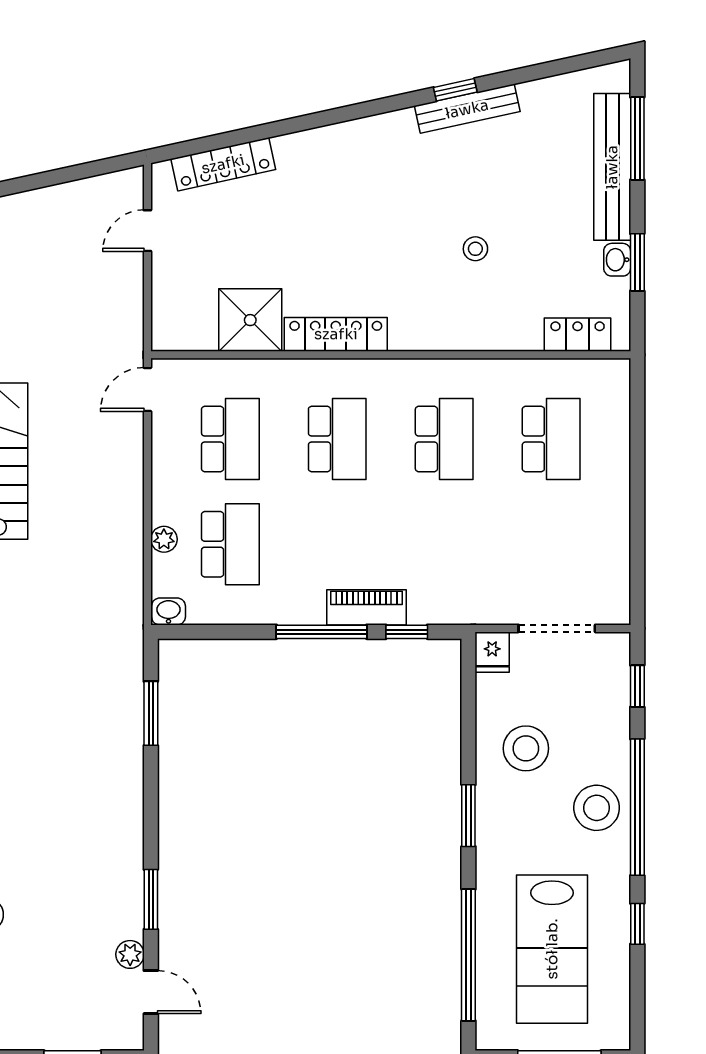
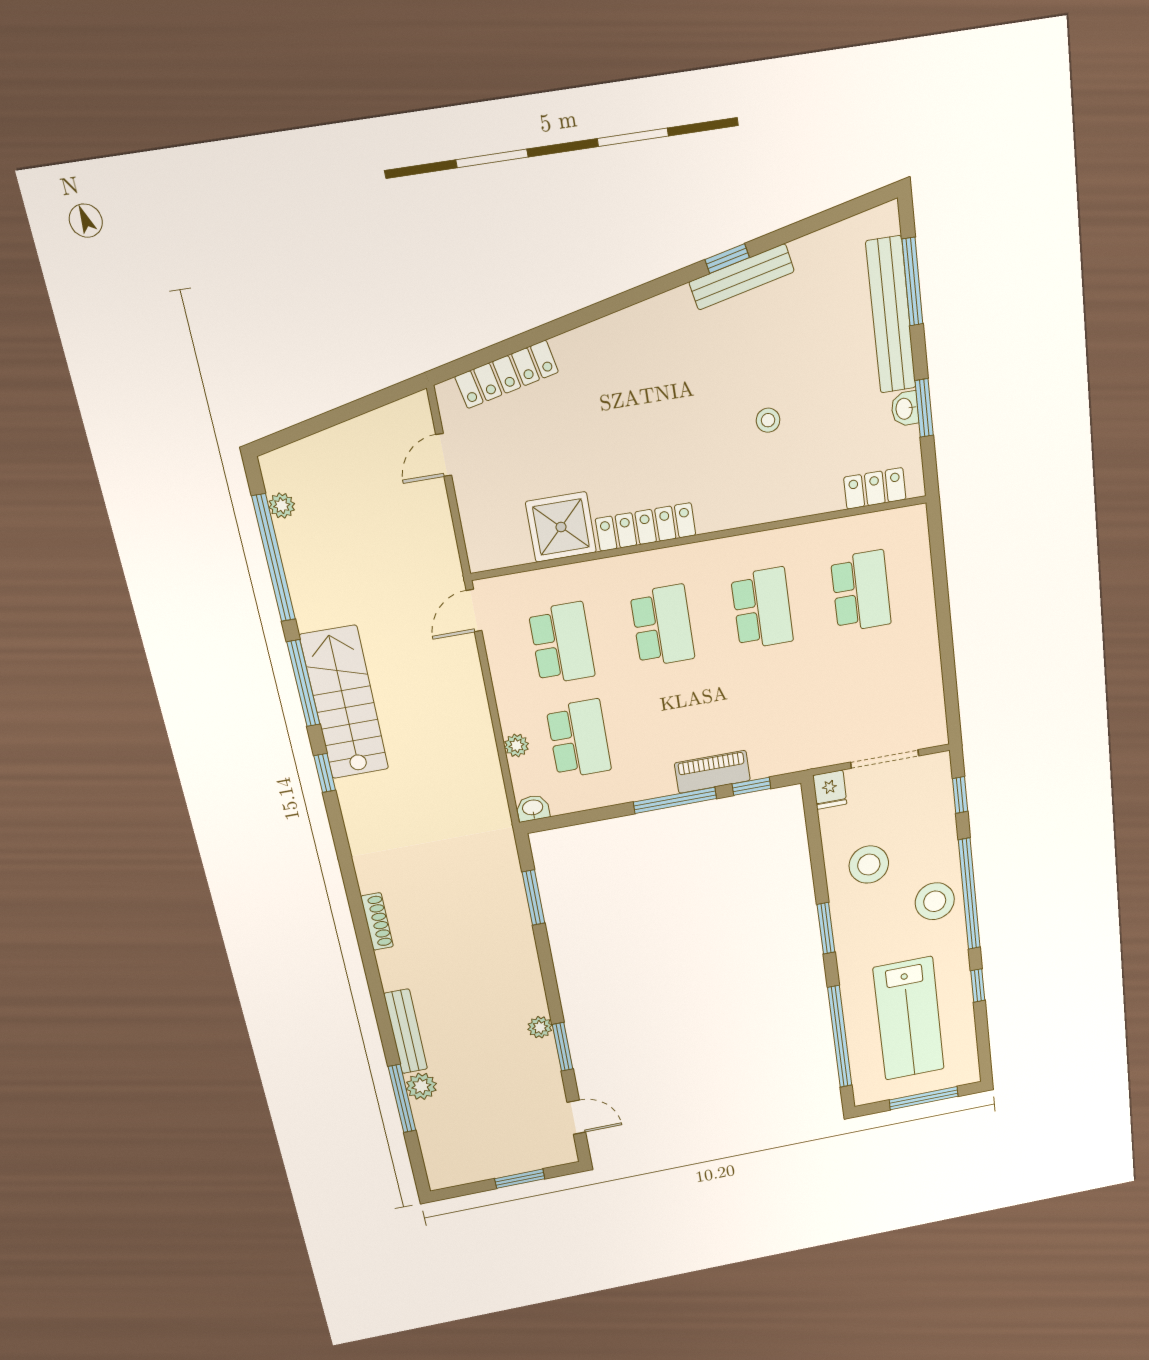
plant: (130, 954) -> (540, 1027), moved

